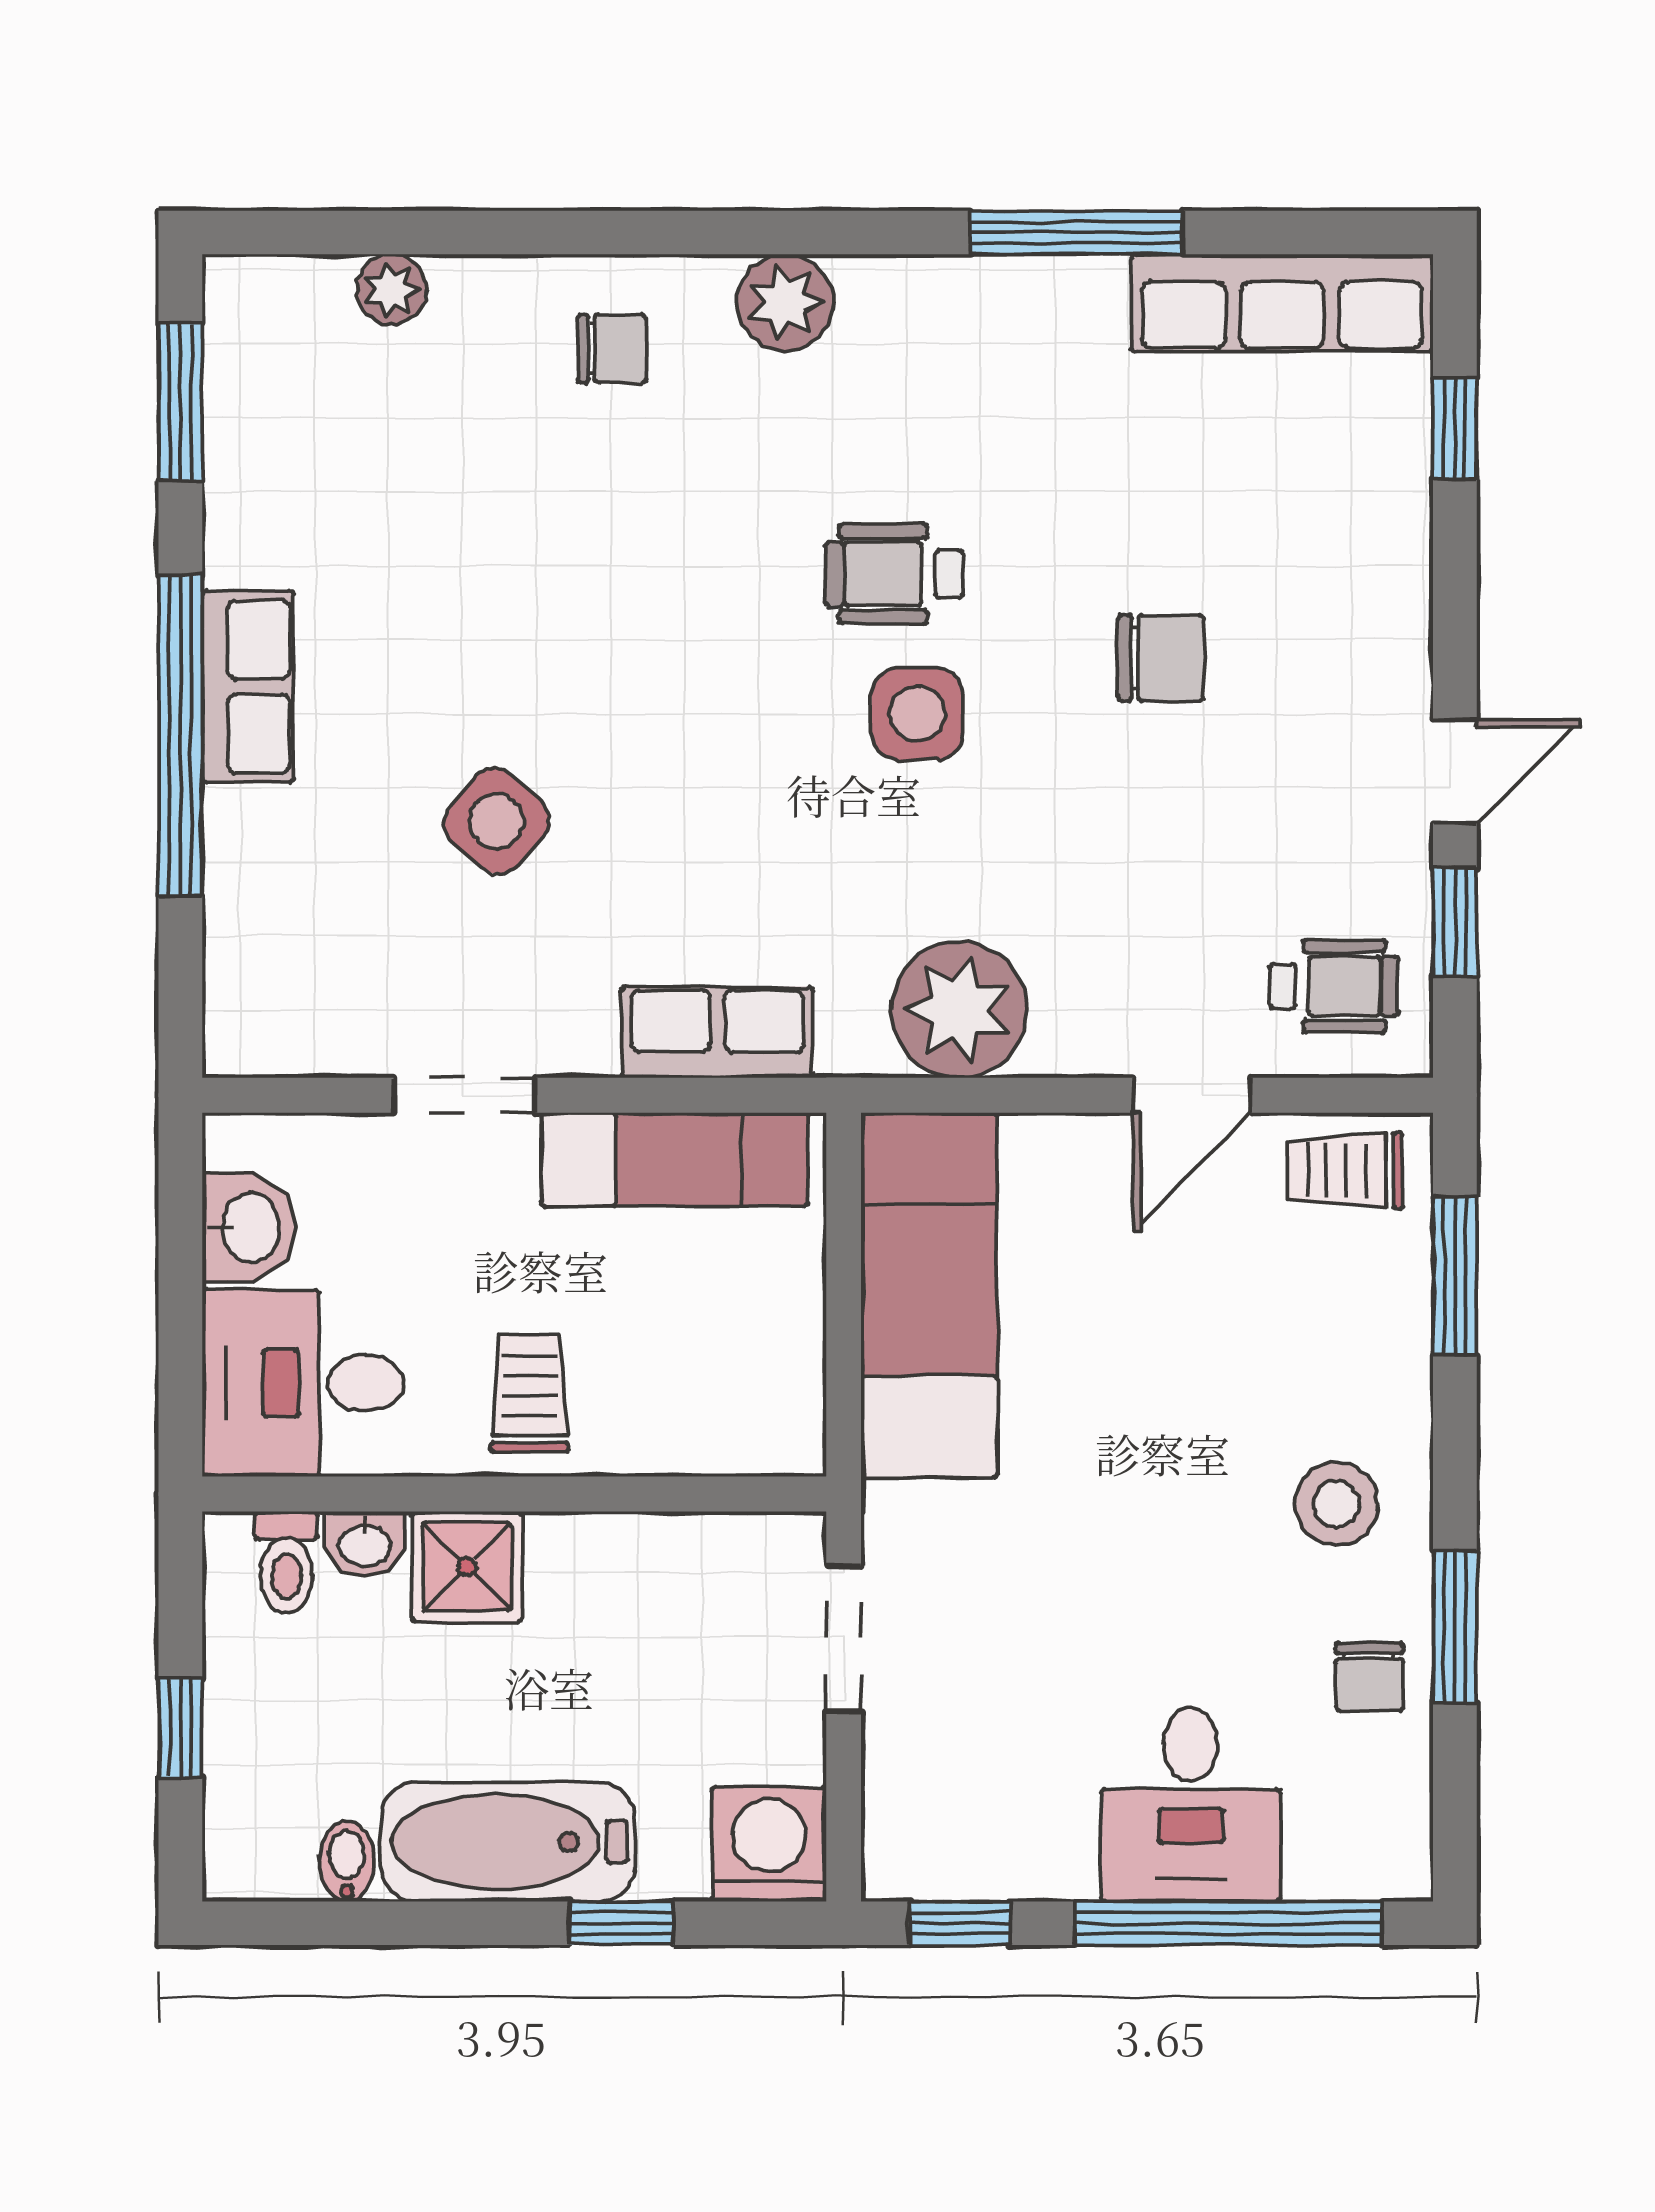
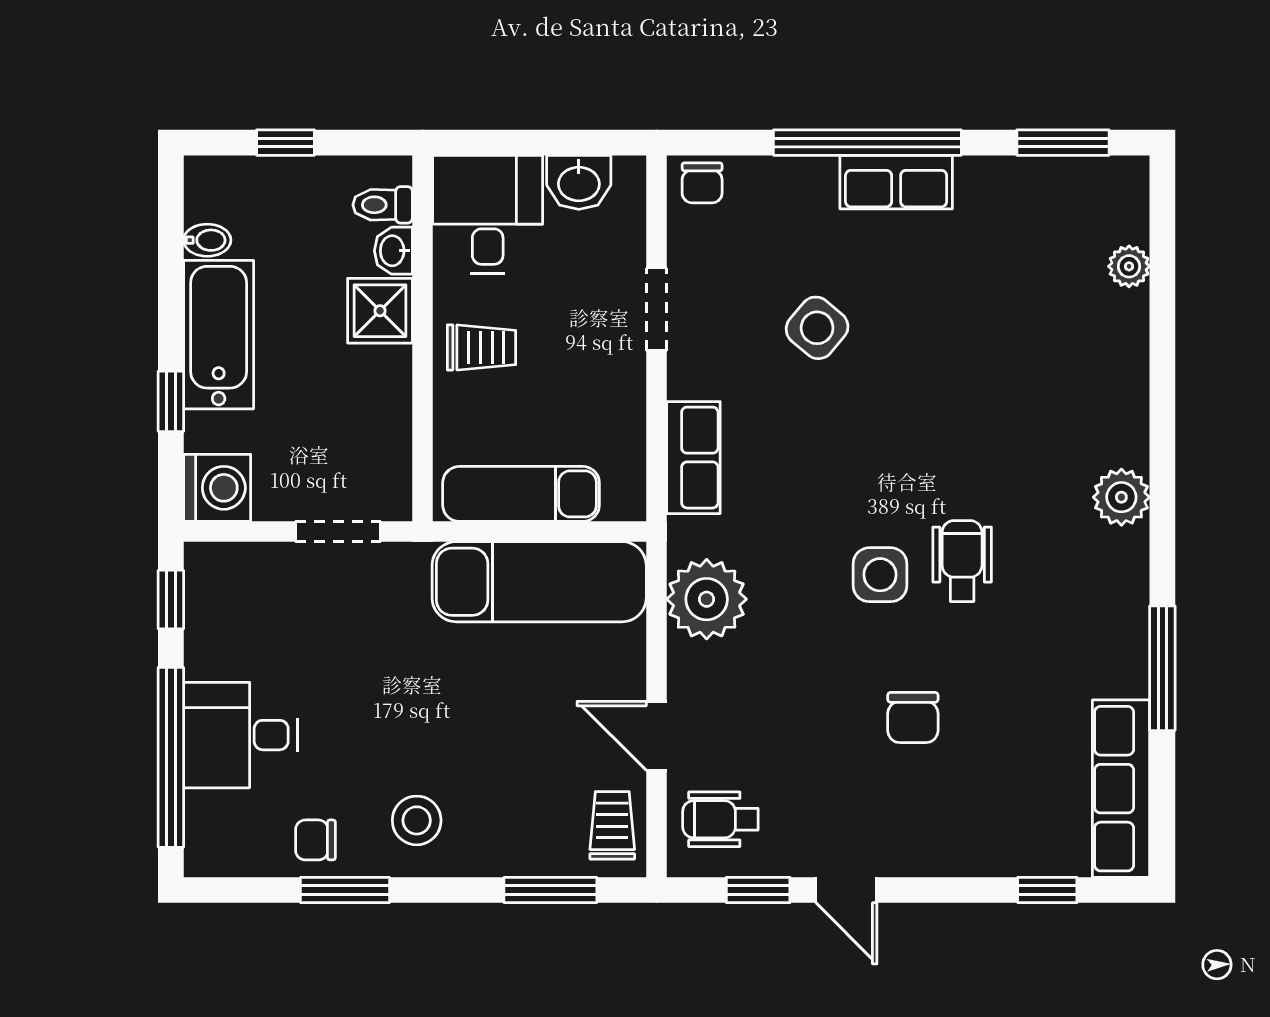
chair: (612, 349) -> (702, 183), moved
wheelchair: (1334, 986) -> (720, 819), turned 90
exam couch: (675, 1159) -> (521, 494), moved, turned 90

